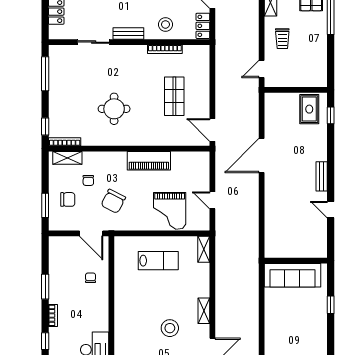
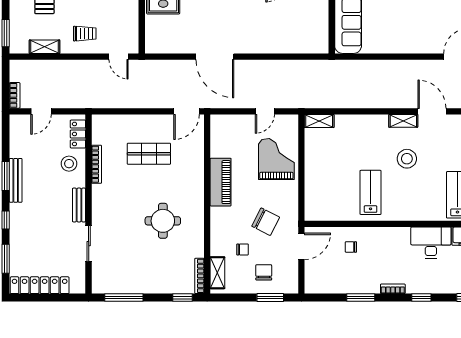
locker: (203, 26) -> (78, 134), moved, turned 90
grand piano: (170, 211) -> (276, 159), turned -90
lab bench: (158, 261) -> (371, 192), moved
shelving: (204, 311) -> (403, 121), moved

